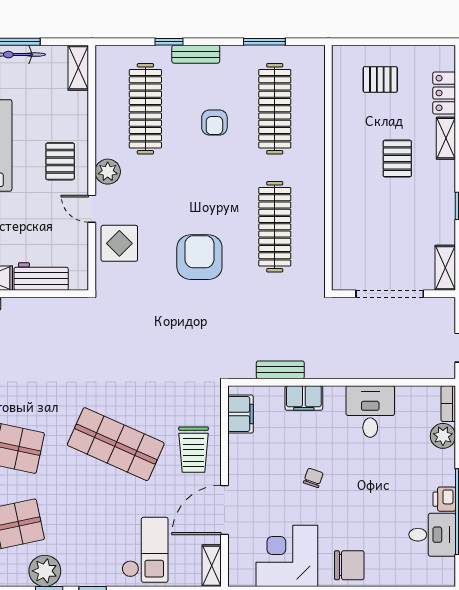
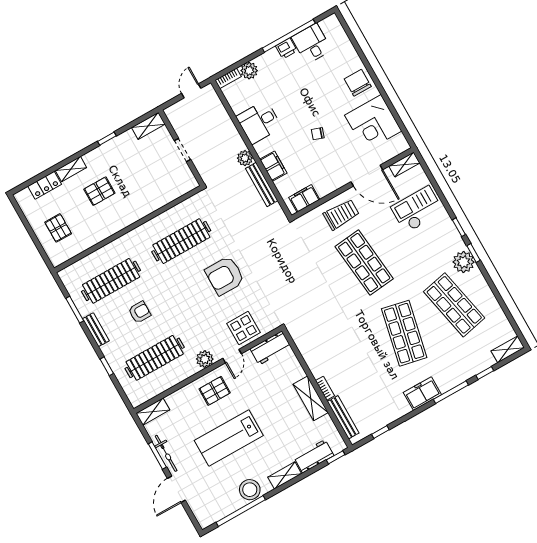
bench: (196, 54) -> (96, 330), moved
workbench: (41, 277) -> (271, 348), moved, turned -90
doorway: (390, 294) -> (183, 150), width x0.53
plant: (335, 367) -> (245, 158), added
bench: (280, 370) -> (262, 184), width x1.36
shop shelf: (116, 444) -> (364, 263), turned -30

